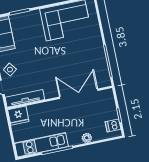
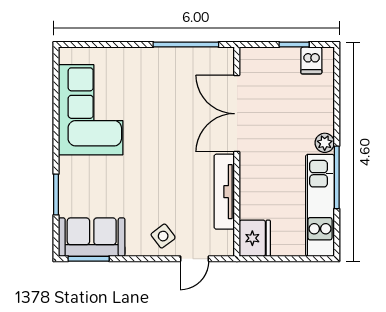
tv unit: (25, 98) -> (224, 192), moved
plant: (87, 138) -> (325, 143), moved

